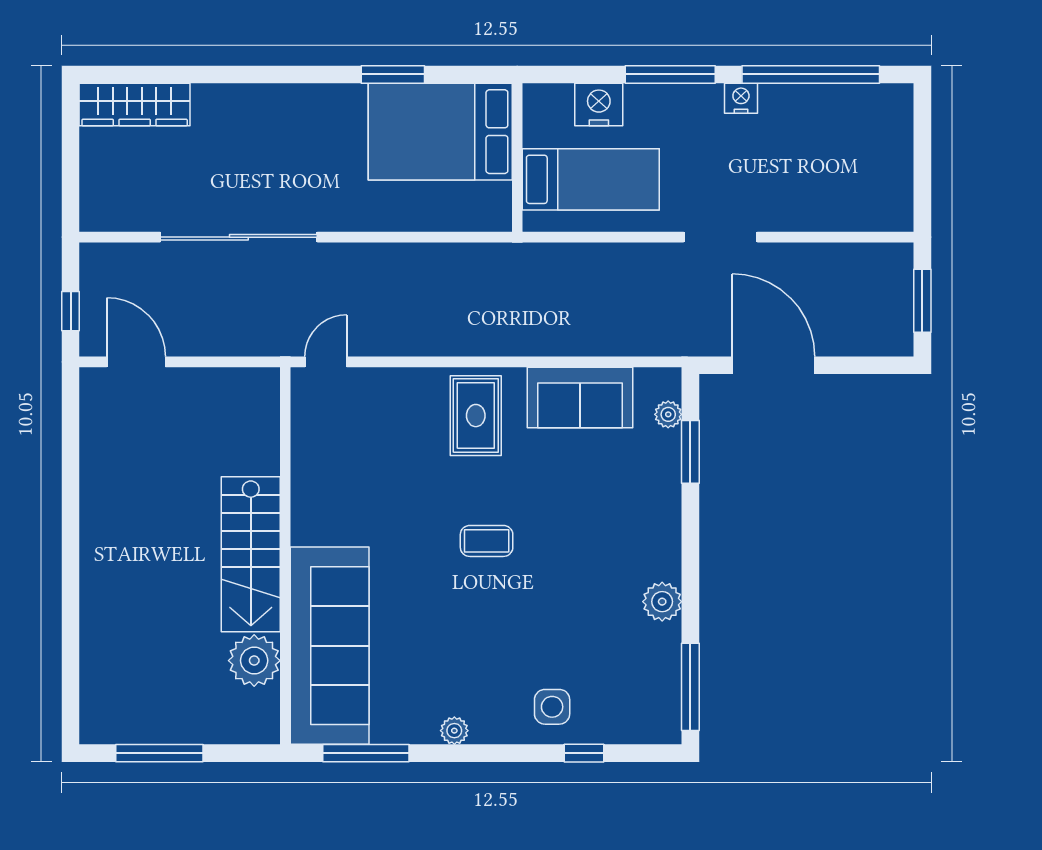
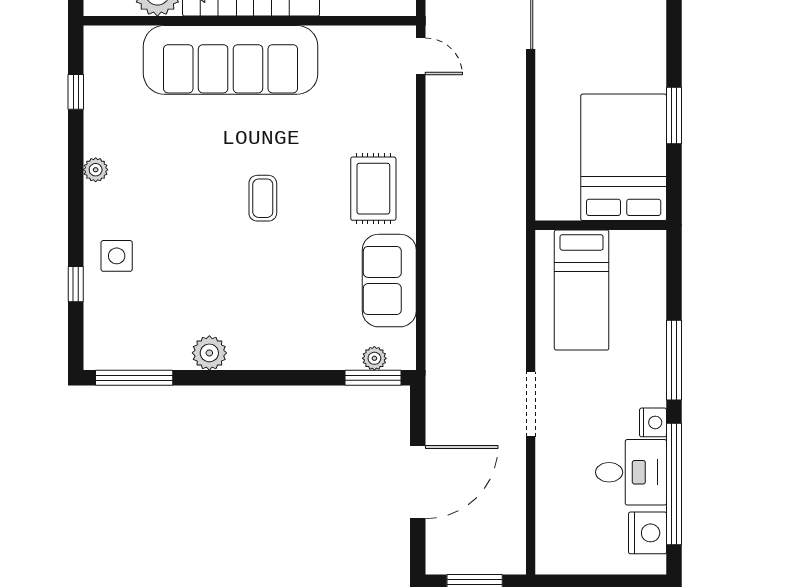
nightstand: (599, 105) -> (648, 533), moved
desk: (797, 123) -> (631, 472), added
door: (774, 365) -> (418, 482), moved
rug: (476, 416) -> (373, 189), turned 90
window: (690, 452) -> (373, 378), moved
sofa: (330, 646) -> (231, 60), moved
window: (366, 753) -> (76, 92), width x0.46

